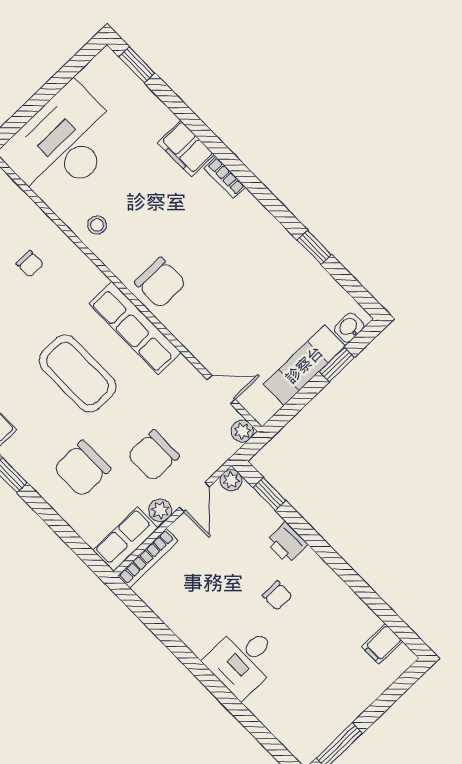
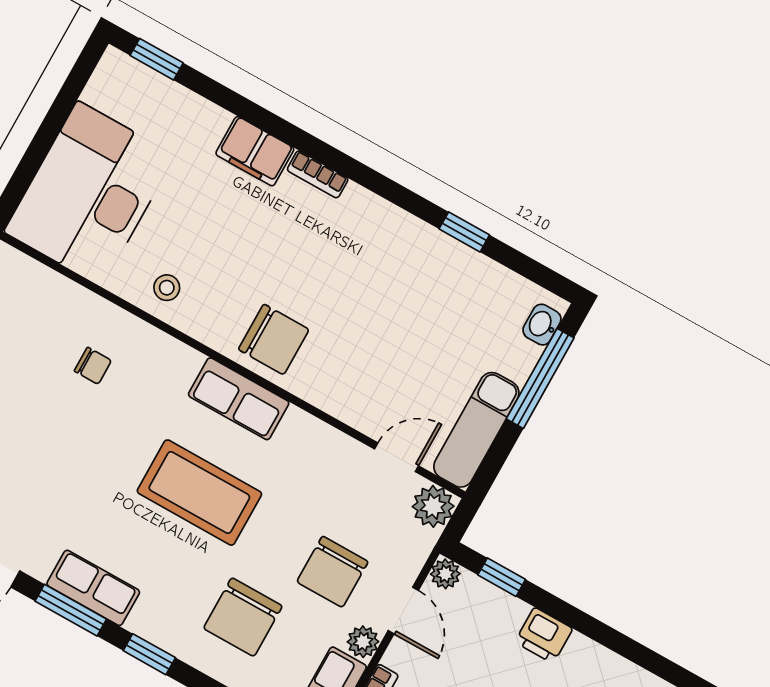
row of seats: (135, 328) -> (239, 399), width x0.68
window: (337, 364) -> (540, 378), width x2.17
exam couch: (304, 365) -> (476, 430), moved
plant: (242, 431) -> (433, 506), width x1.38, depth x1.38

